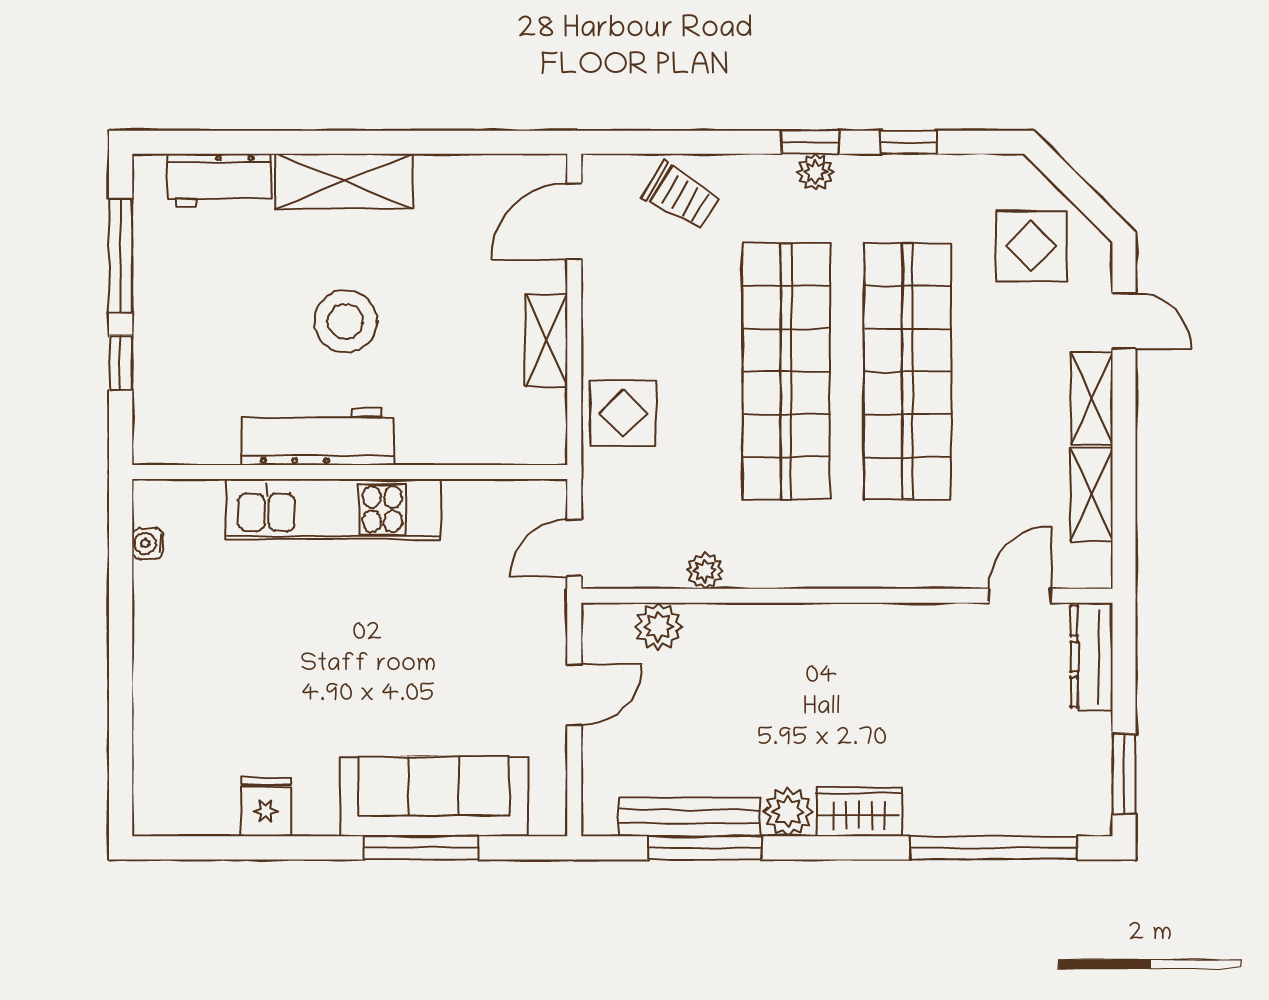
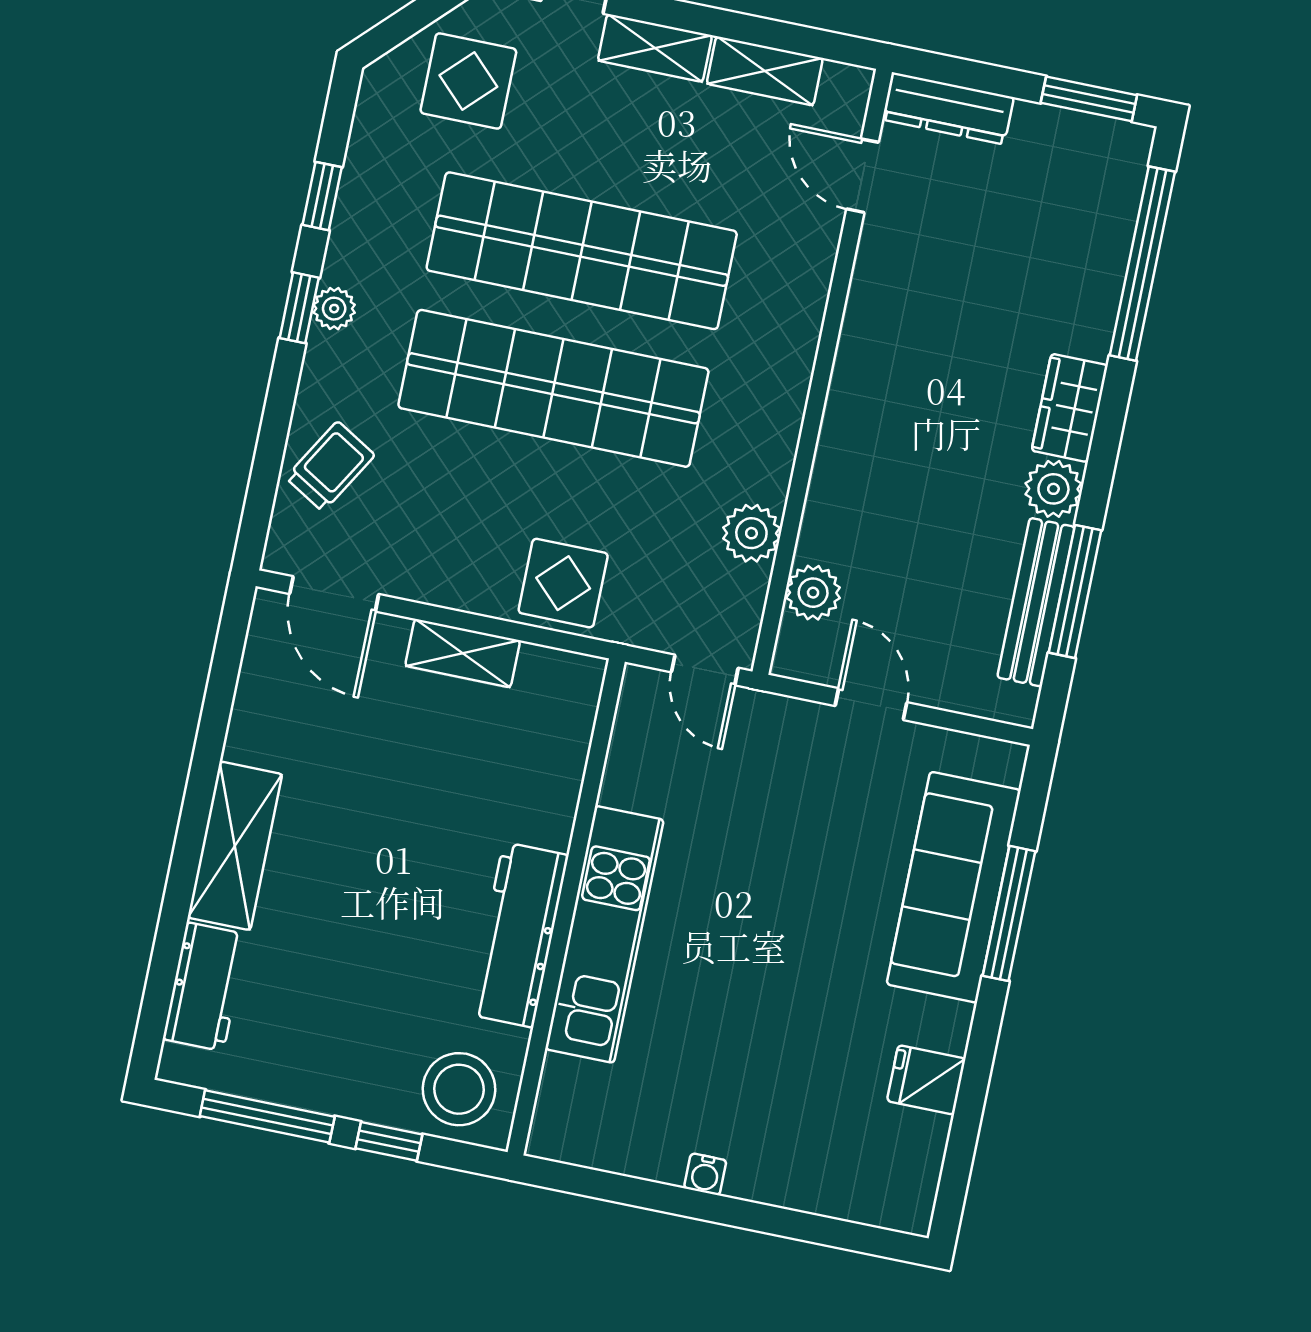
stool: (345, 321) -> (459, 1089), moved
water cooler: (148, 543) -> (705, 1174), moved
plant: (705, 571) -> (751, 533), width x1.38, depth x1.38

